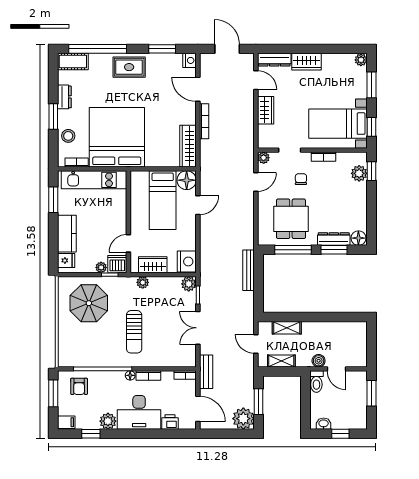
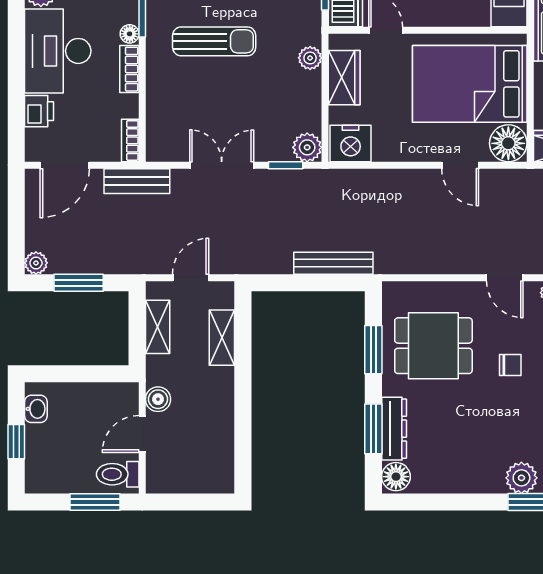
bed: (163, 200) -> (470, 84), width x1.50
window: (293, 250) -> (373, 350), width x0.69
sun lounger: (134, 332) -> (214, 41), turned 180
toilet: (316, 382) -> (118, 474), moved
plant: (243, 419) -> (36, 263), width x0.53, depth x0.53

